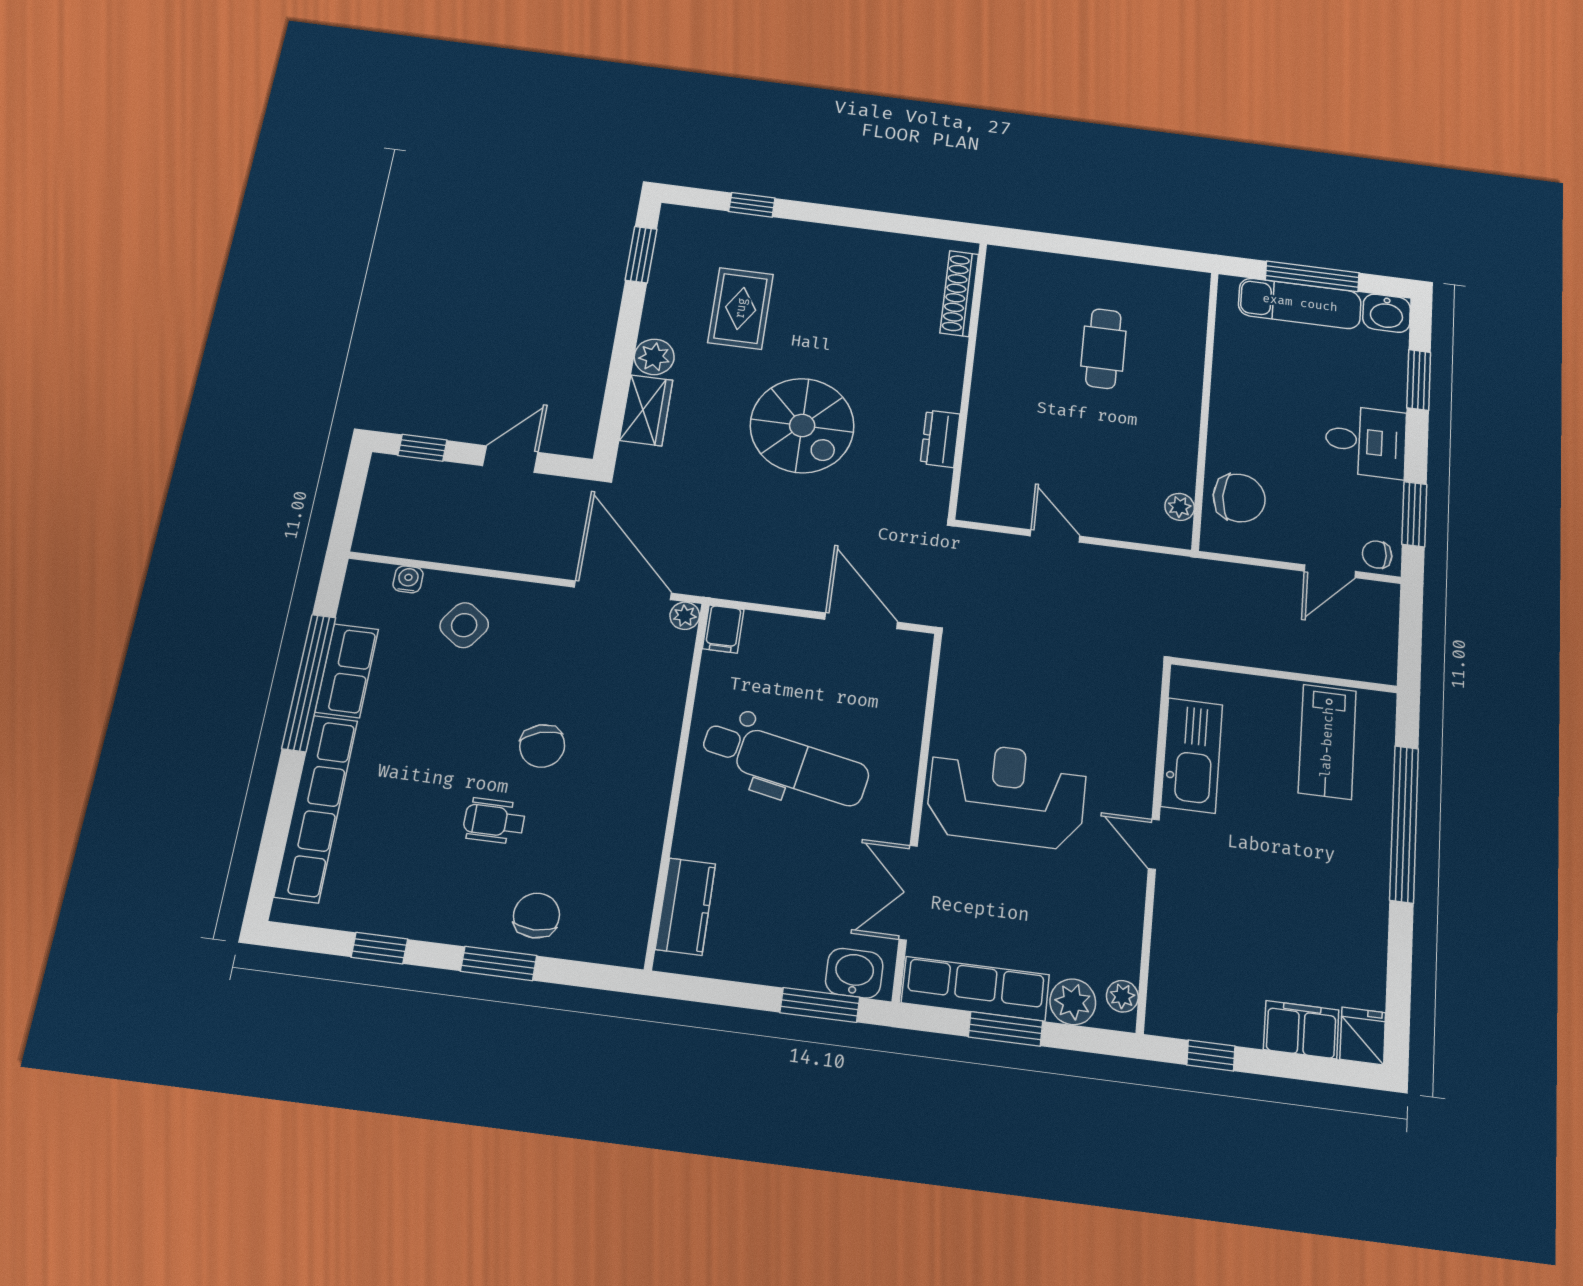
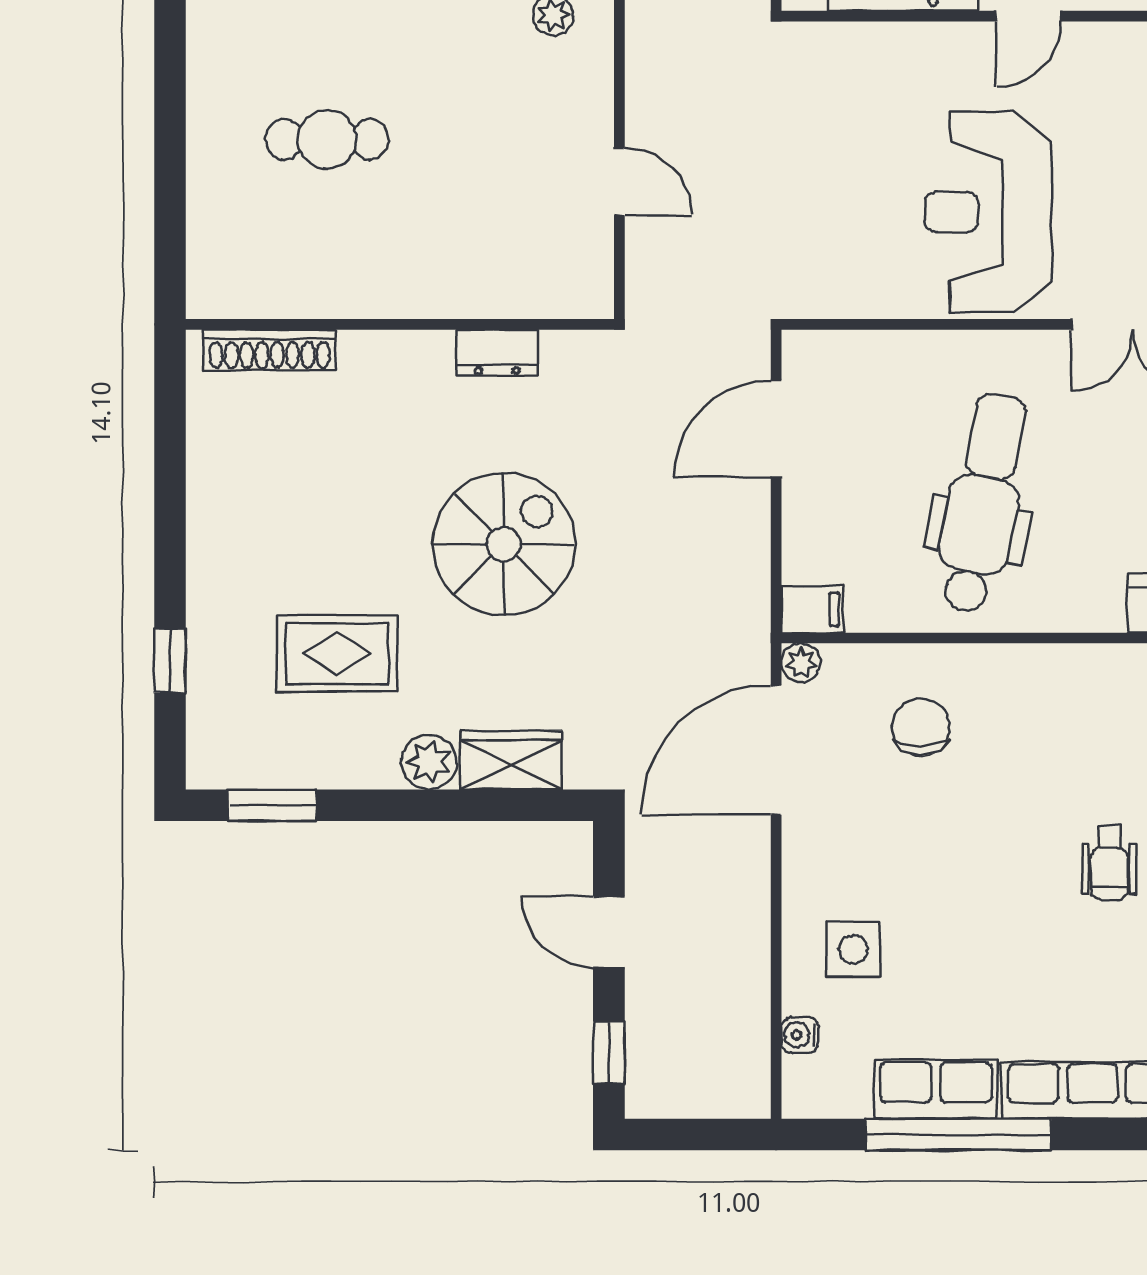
door: (1055, 536) -> (619, 182), swing flipped
side table: (464, 625) -> (853, 949), turned -36
chair: (542, 746) -> (921, 727), moved, turned -73

